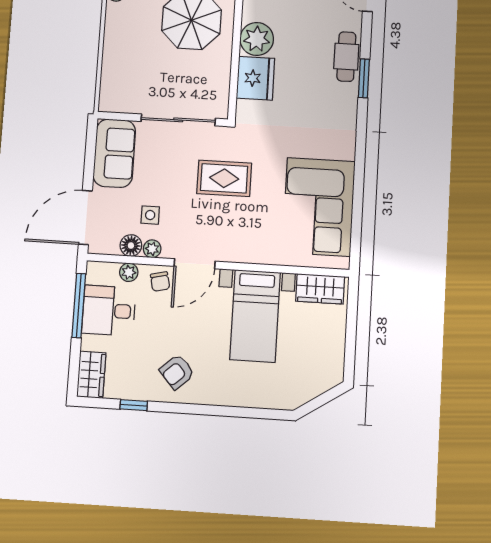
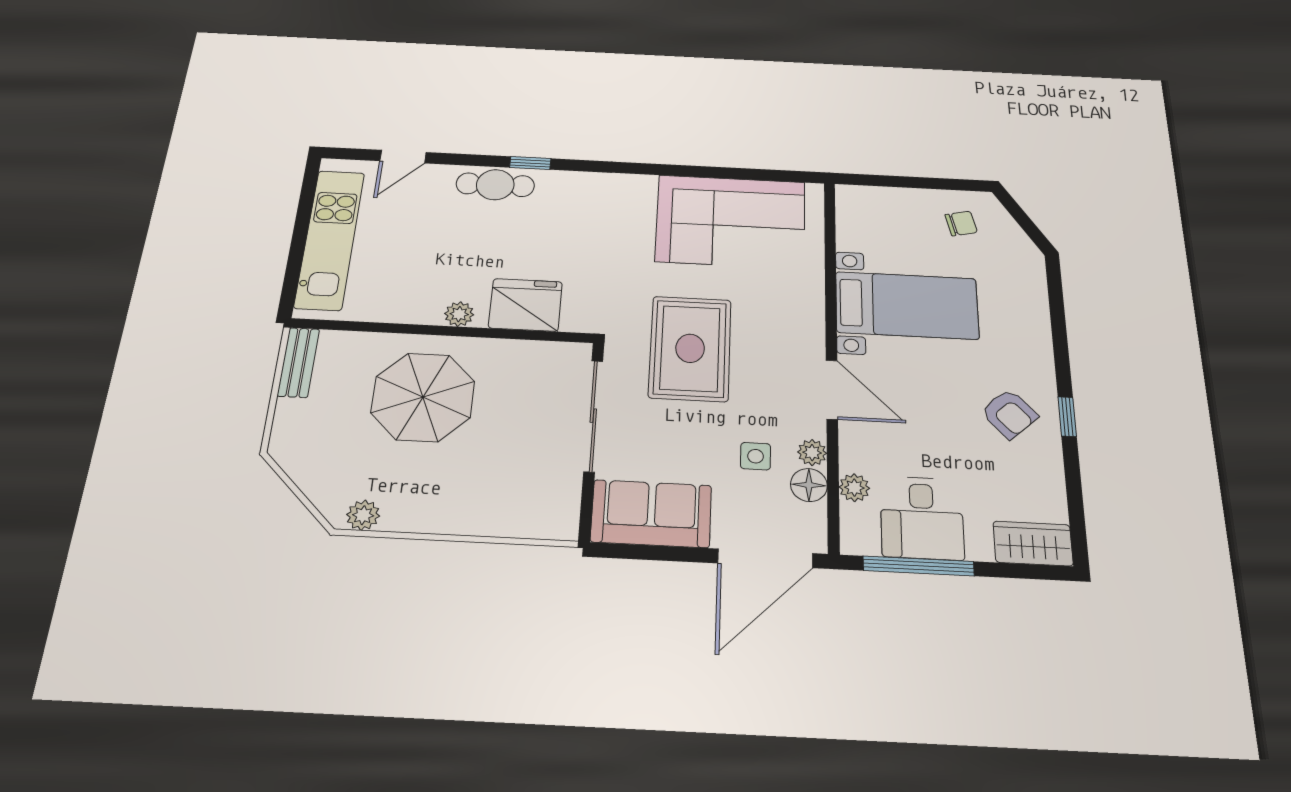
plant: (257, 39) -> (459, 314), width x0.53, depth x0.53
window: (364, 78) -> (530, 163), width x0.67
rug: (224, 178) -> (690, 348), width x1.36, depth x1.43
door: (85, 217) -> (765, 558), hinge flipped
chair: (160, 282) -> (961, 223), moved
wardrobe: (320, 289) -> (856, 220), removed
window: (134, 405) -> (1067, 417), moved

